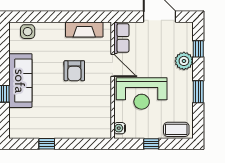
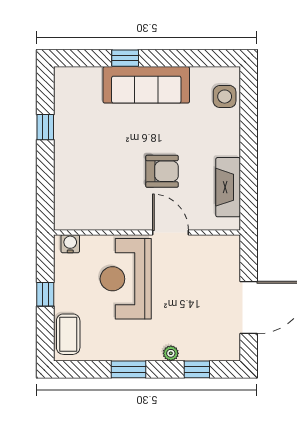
row of seats: (121, 38) -> (214, 246), removed
plant: (184, 61) -> (171, 353), width x0.53, depth x0.53
door: (113, 65) -> (171, 232), swing flipped
armchair: (74, 71) -> (162, 171), turned 180

